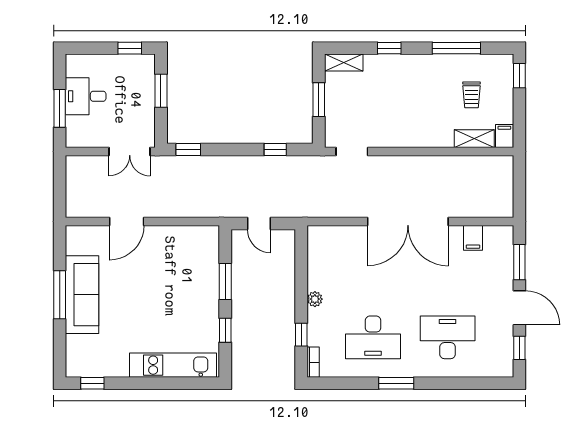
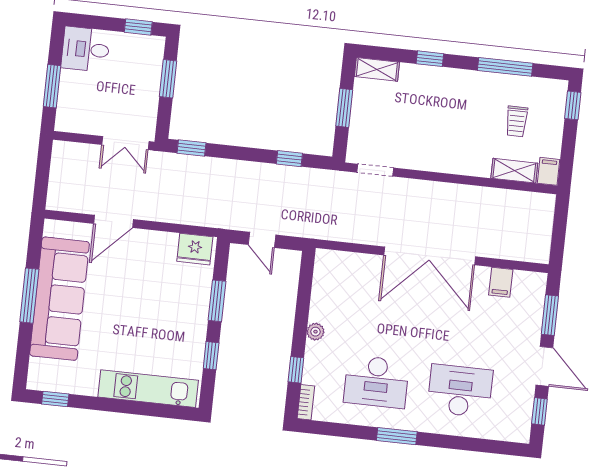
desk: (86, 96) -> (86, 49), moved
fridge: (201, 238) -> (195, 249), added
sofa: (82, 295) -> (60, 299), width x1.36, depth x1.27

